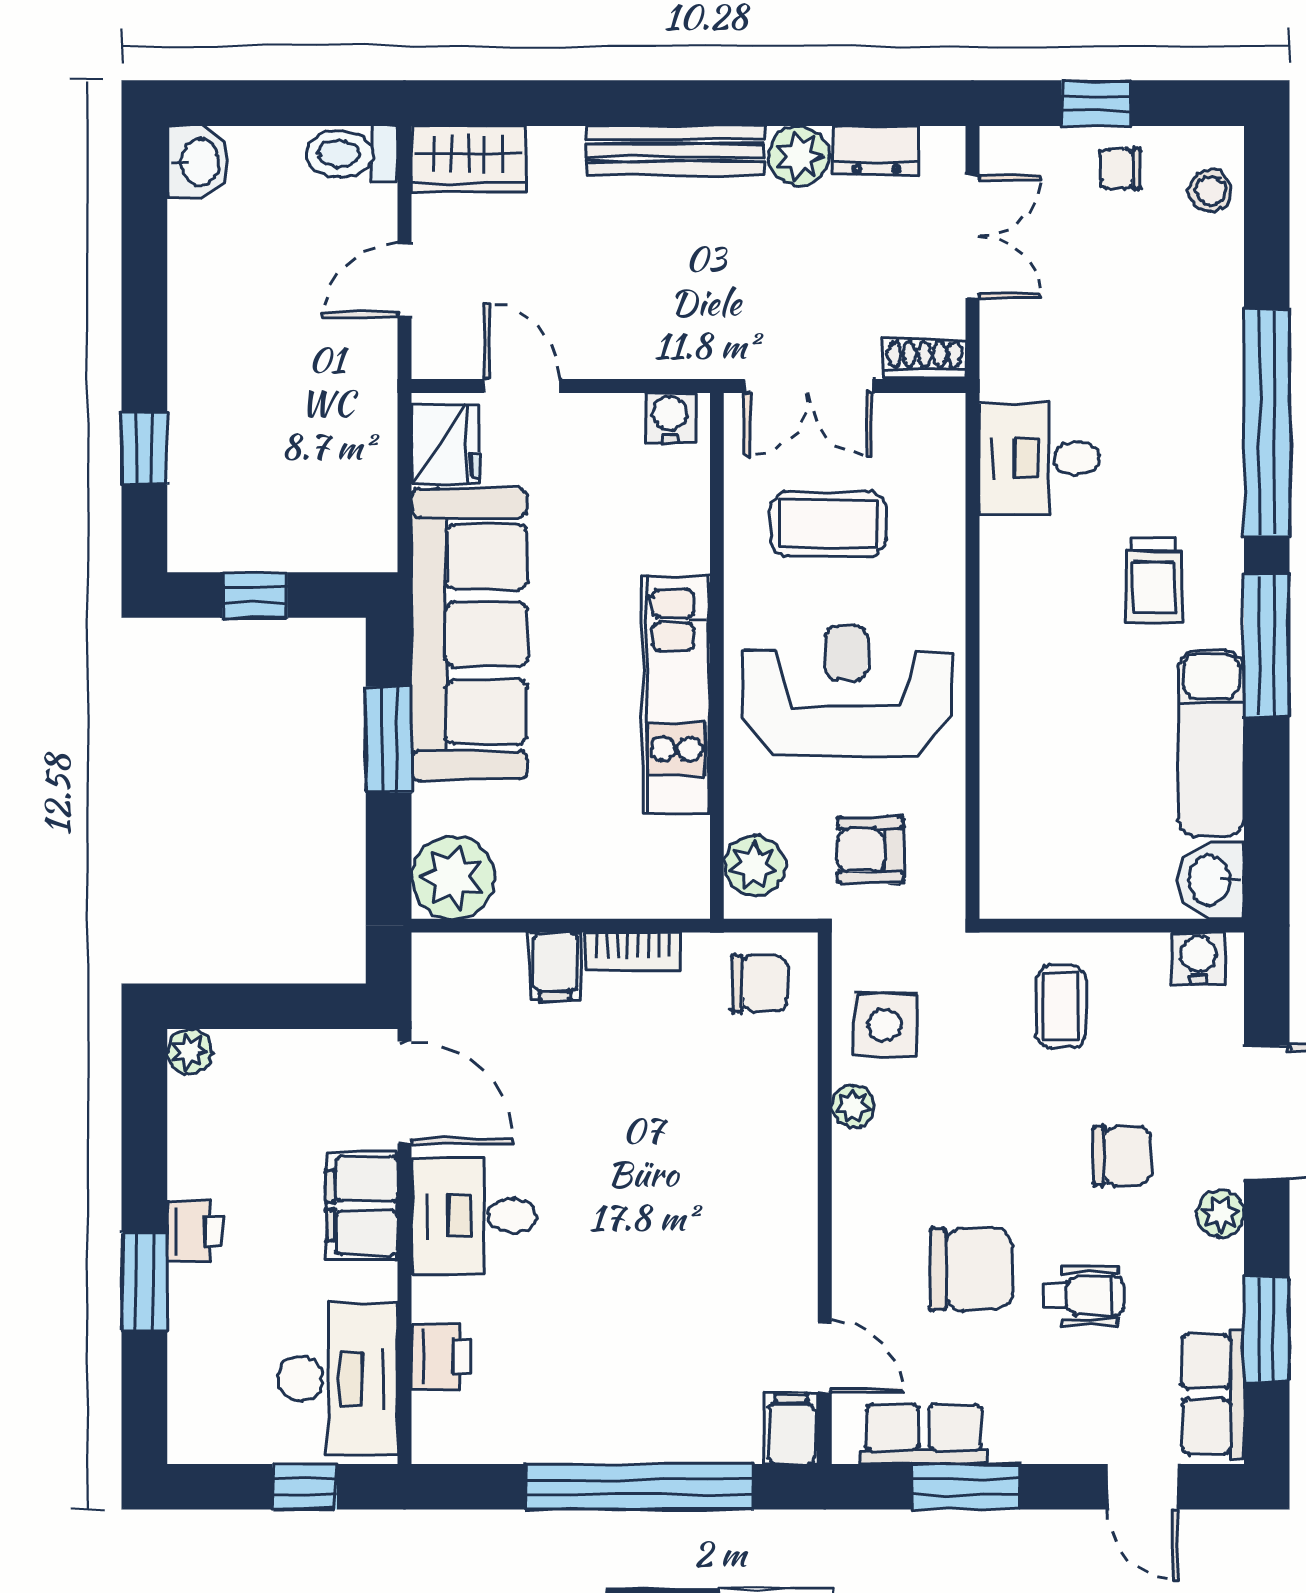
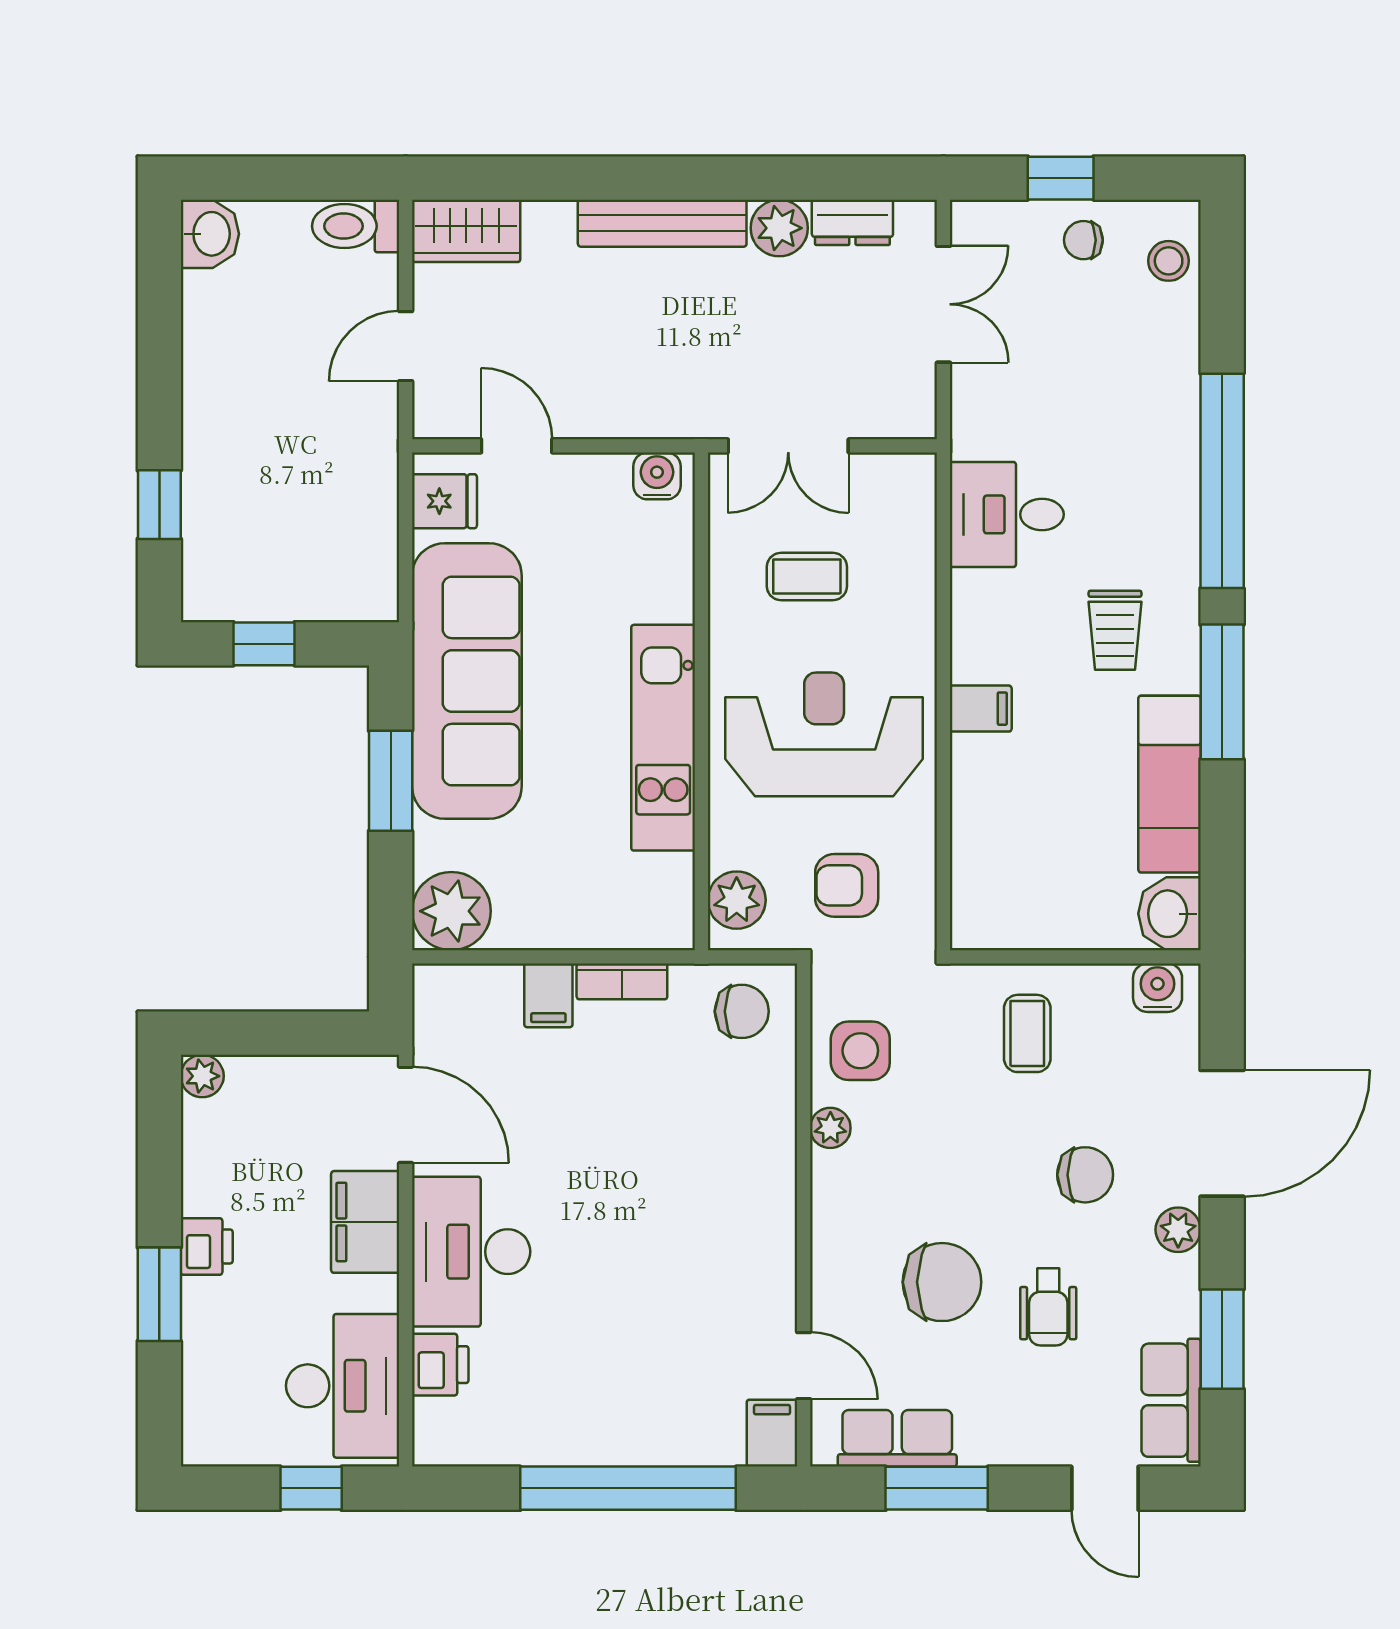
shoe rack: (924, 359) -> (898, 420), removed
fridge: (445, 444) -> (444, 501), width x0.72
coffee table: (828, 524) -> (807, 576), width x0.73, depth x0.77
filing cabinet: (1012, 663) -> (981, 709), added
desk: (474, 1215) -> (471, 1252), width x1.37
wheelchair: (1083, 1295) -> (1048, 1307), turned 90

